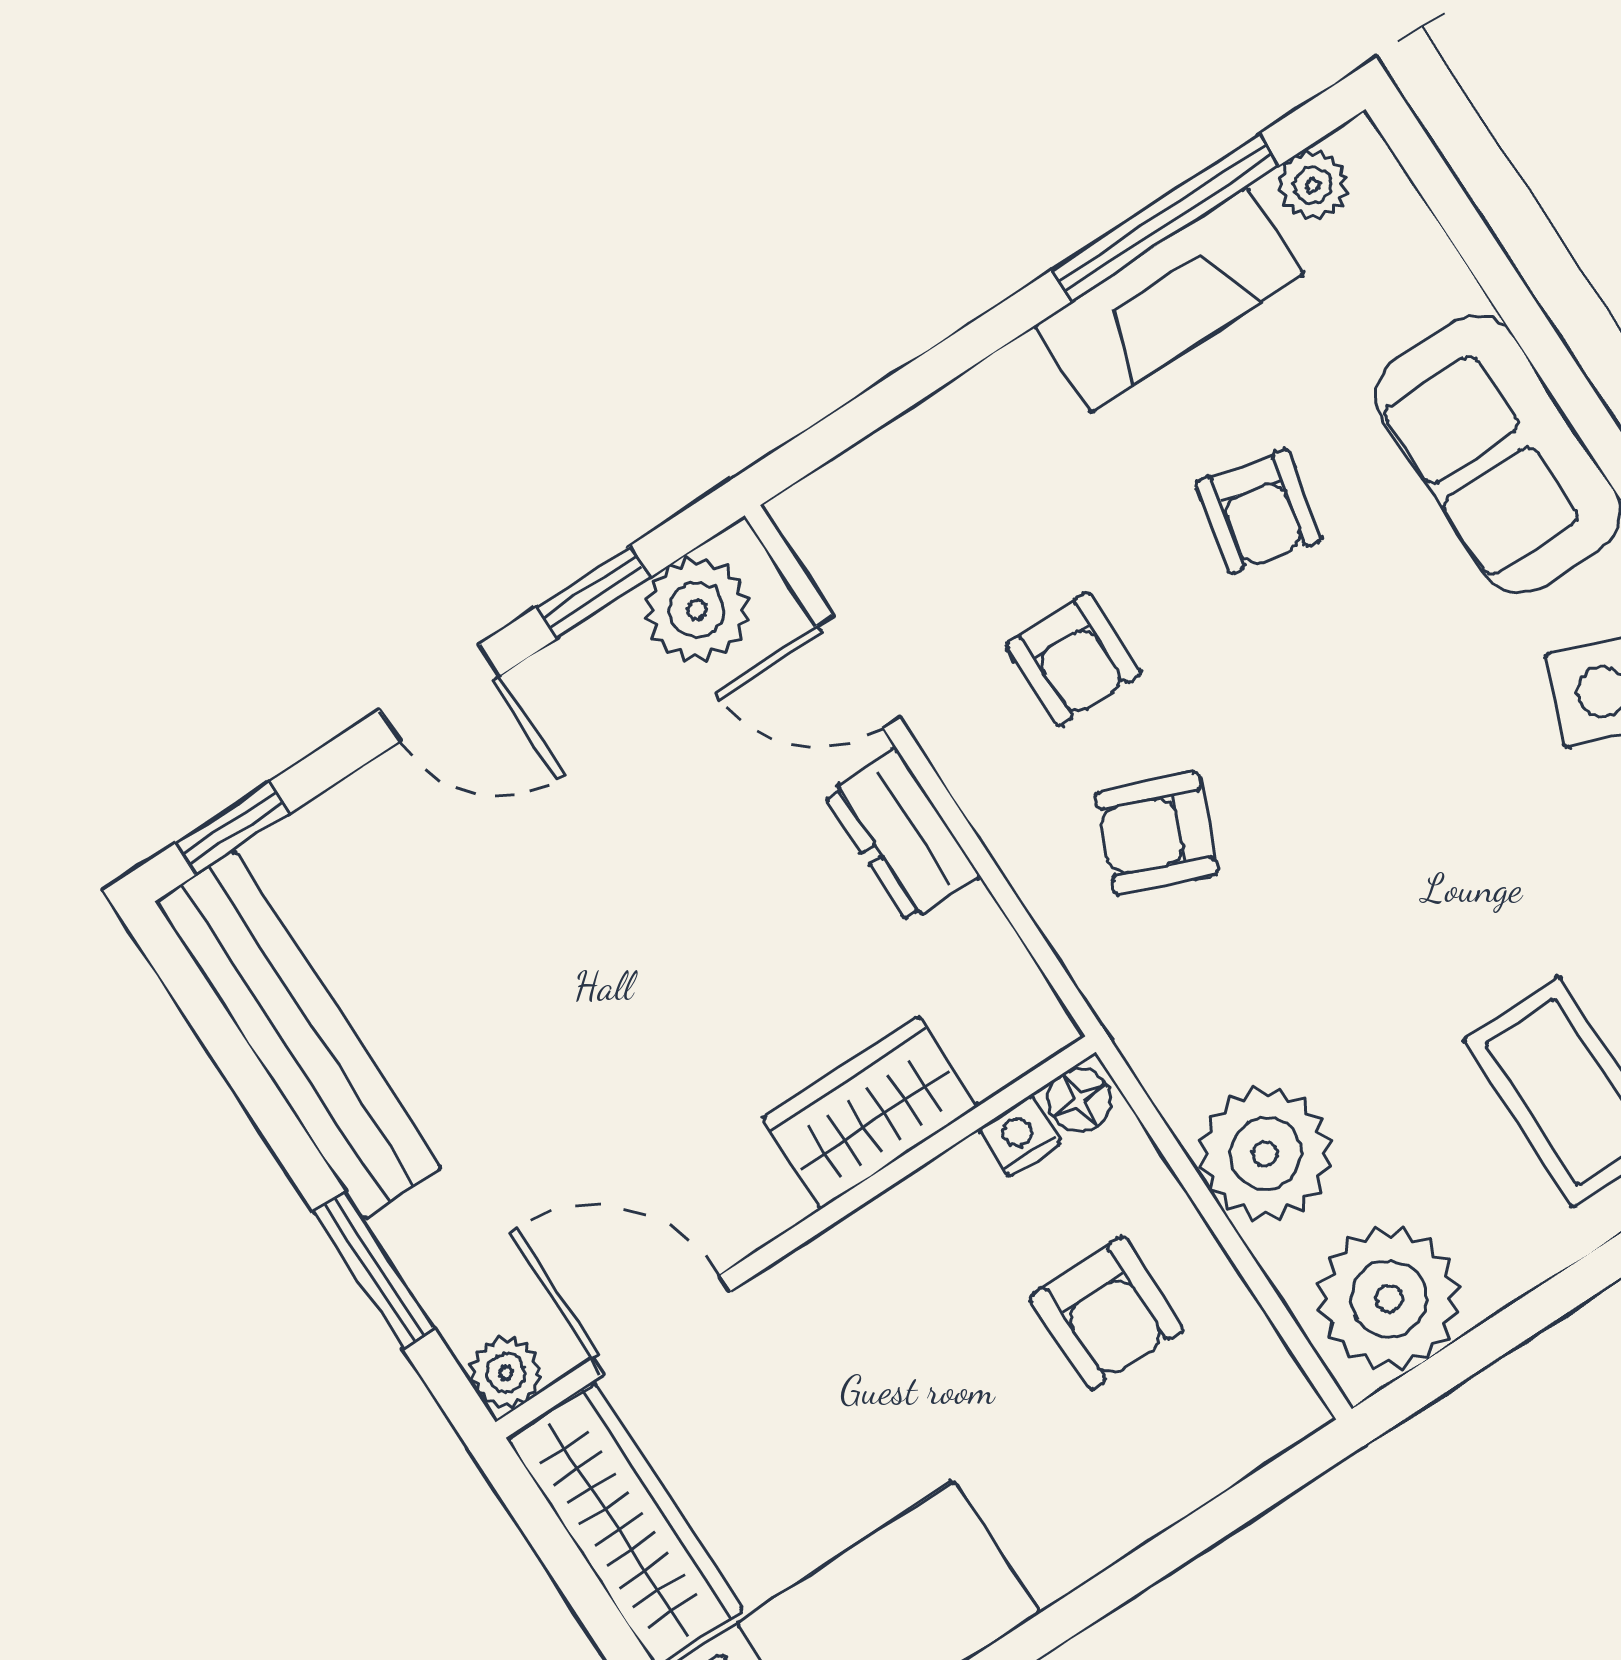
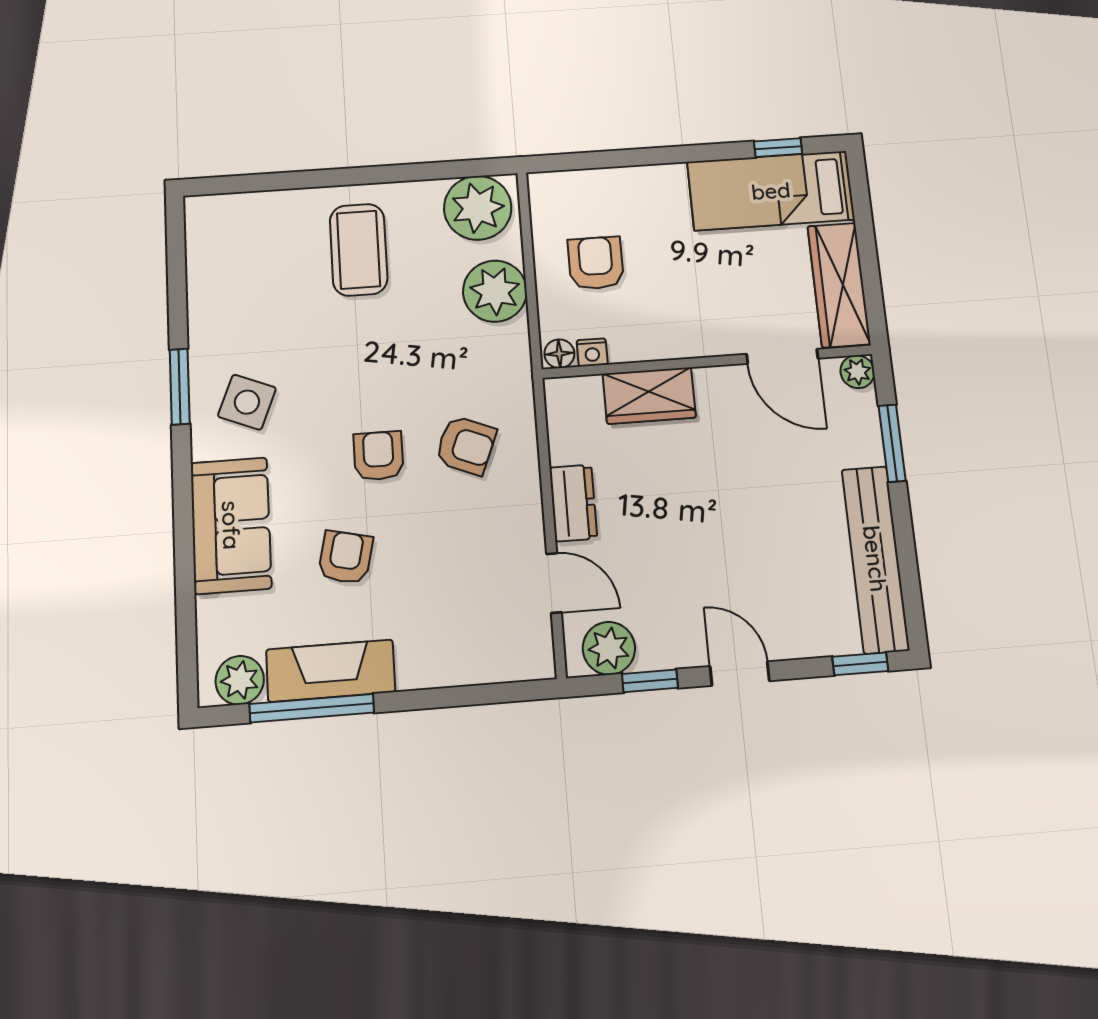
plant: (1313, 185) -> (240, 680), width x1.38, depth x1.38
armchair: (1073, 659) -> (378, 456), moved

